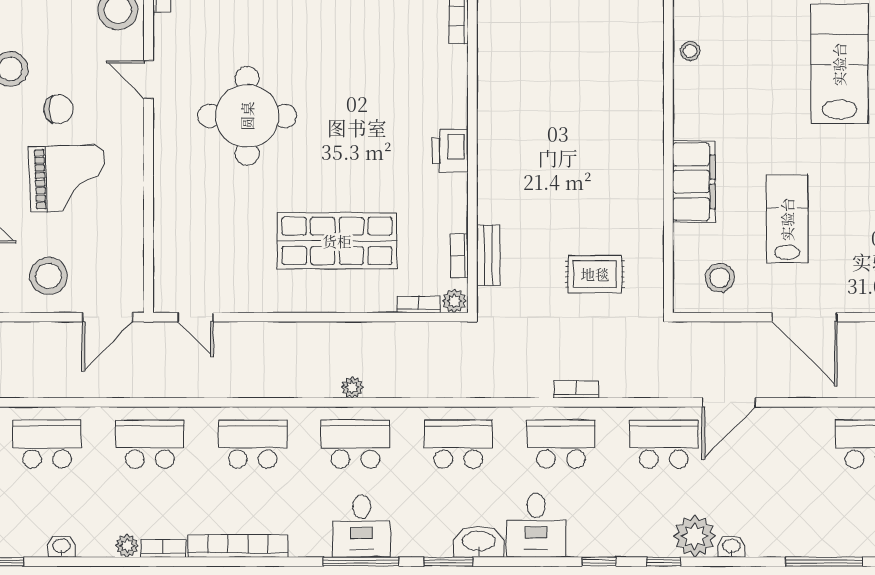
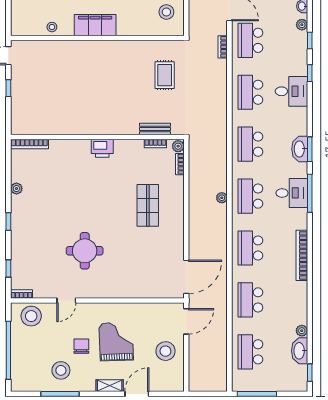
round table: (247, 116) -> (85, 251), width x0.73, depth x0.73
filing cabinet: (694, 182) -> (95, 25), moved
shop shelf: (337, 241) -> (148, 205), width x0.70, depth x0.74
door: (107, 317) -> (186, 321), hinge flipped
door: (195, 317) -> (186, 277), width x1.88
bookcase: (576, 389) -> (223, 47), moved
desk: (536, 525) -> (291, 91), moved
plant: (695, 536) -> (302, 25), width x0.53, depth x0.53
washbasin: (479, 542) -> (300, 149), moved
washbasin: (62, 546) -> (300, 351), width x1.91, depth x1.45
plant: (127, 546) -> (302, 331), moved
bookcase: (163, 548) -> (303, 293), removed

